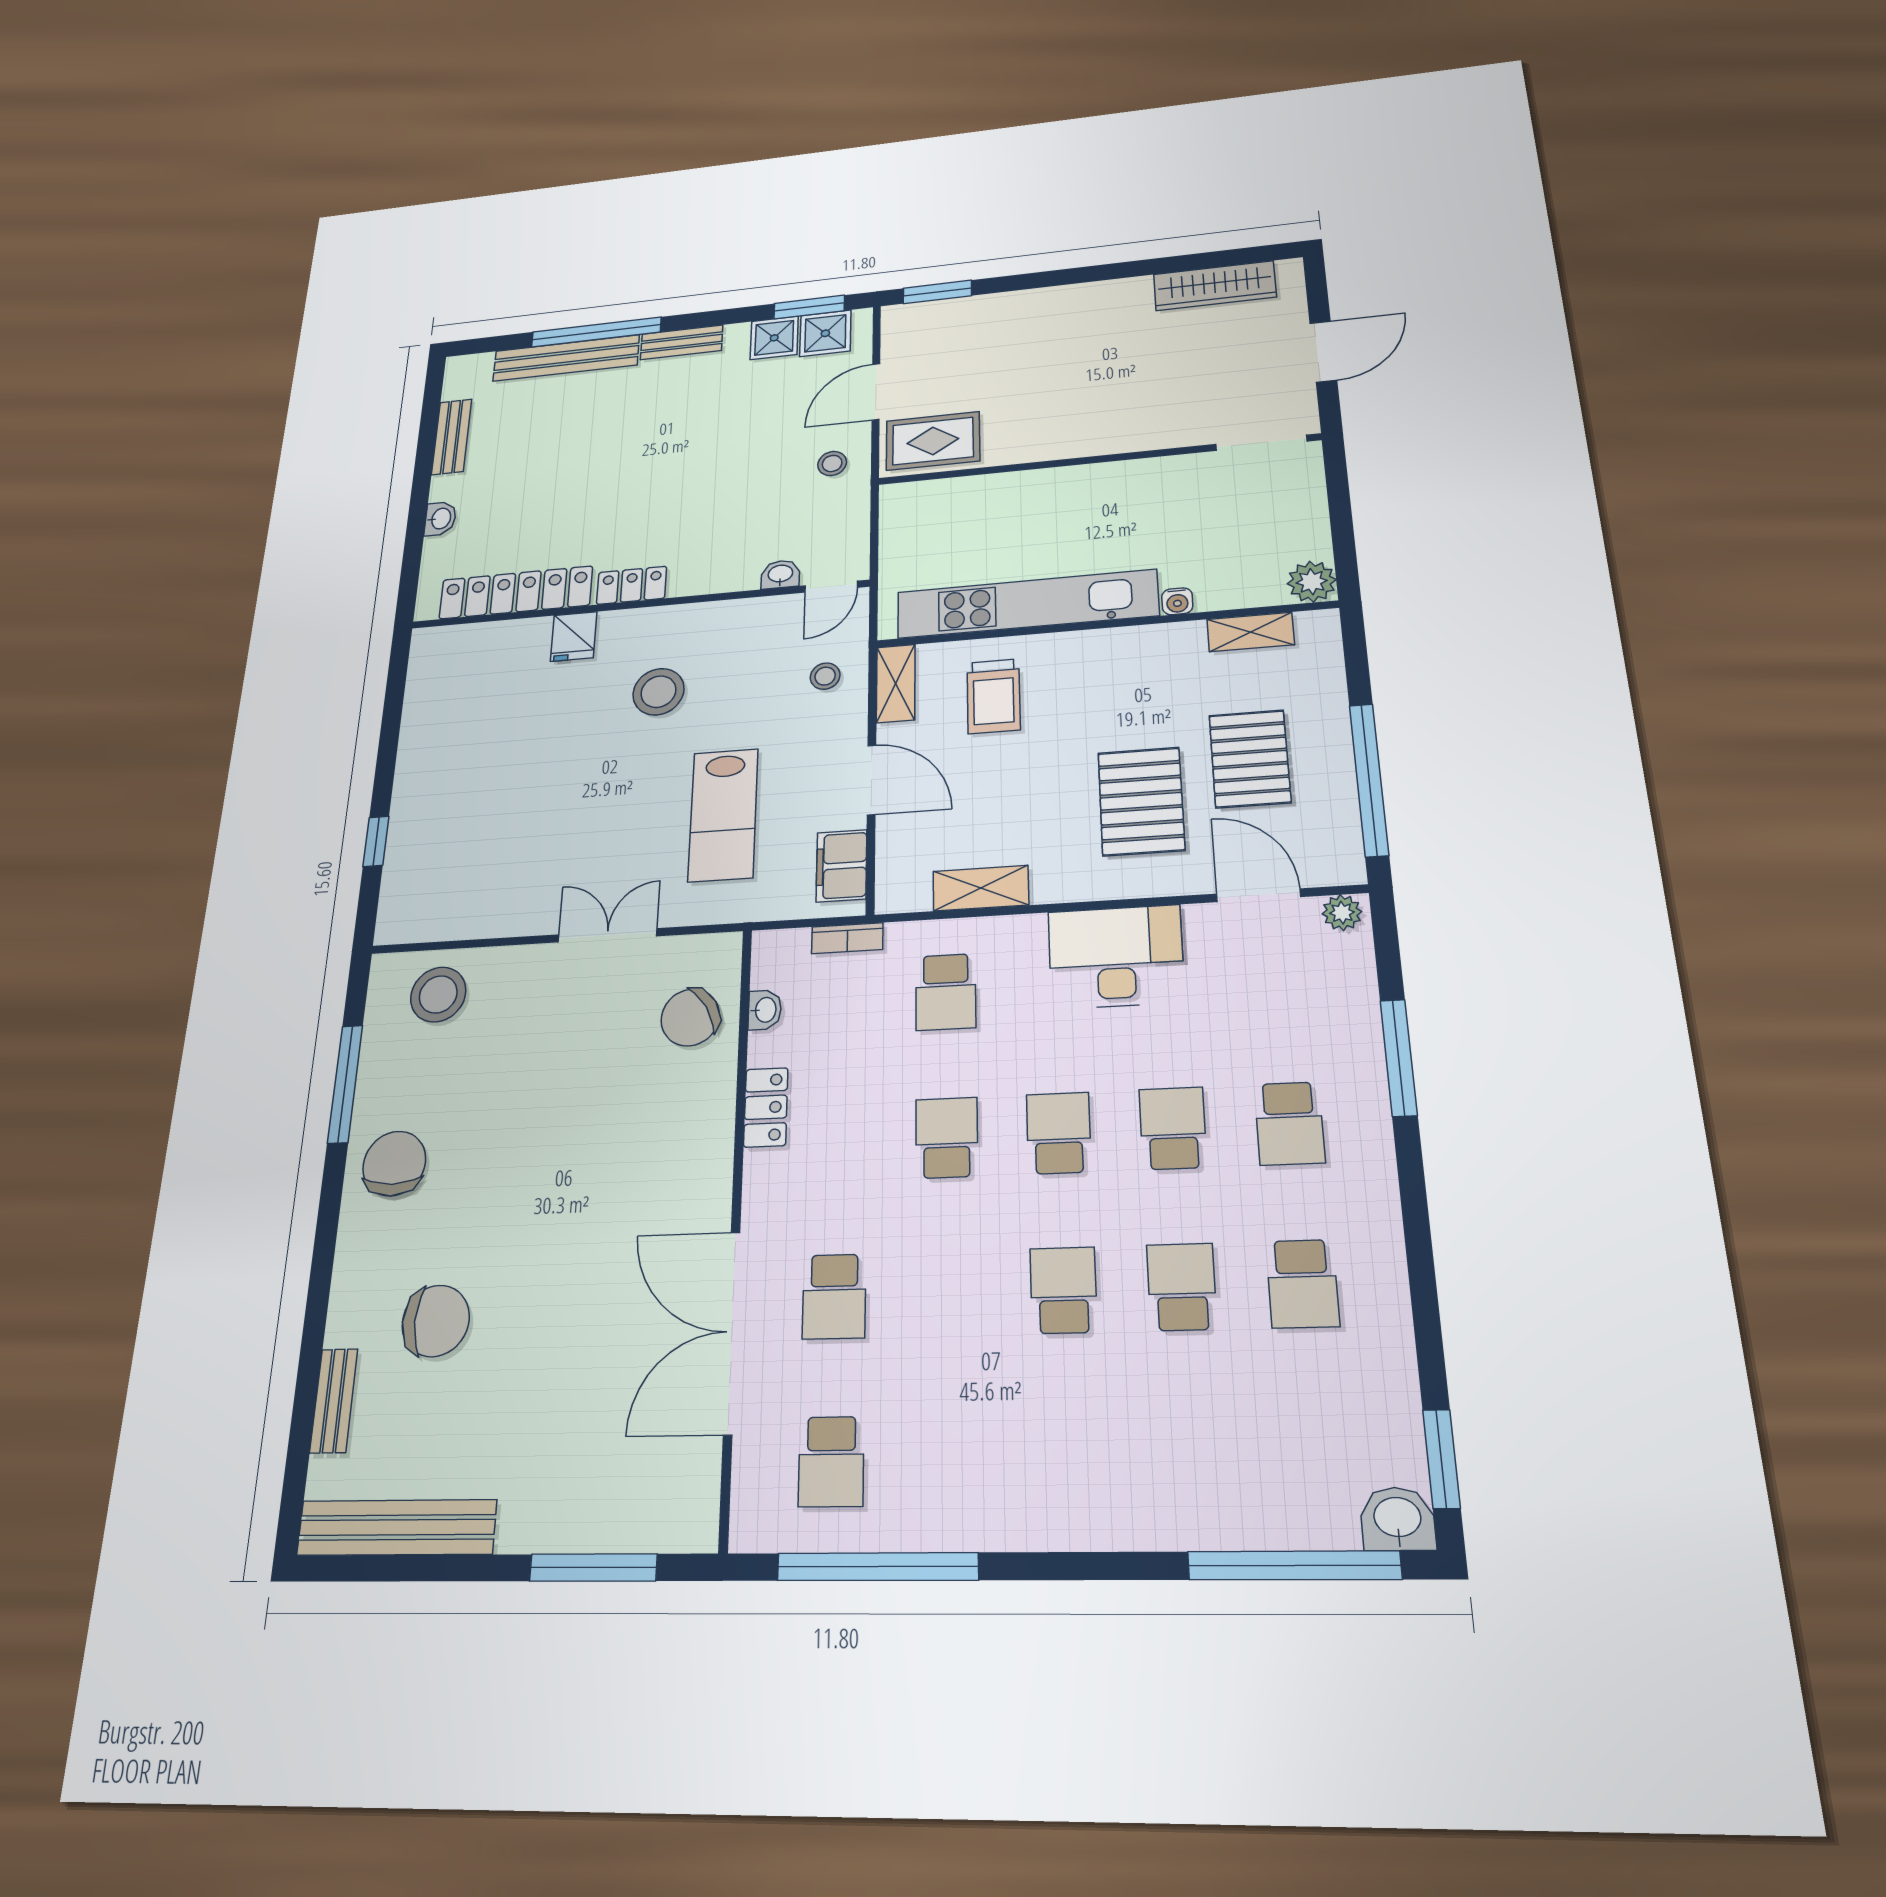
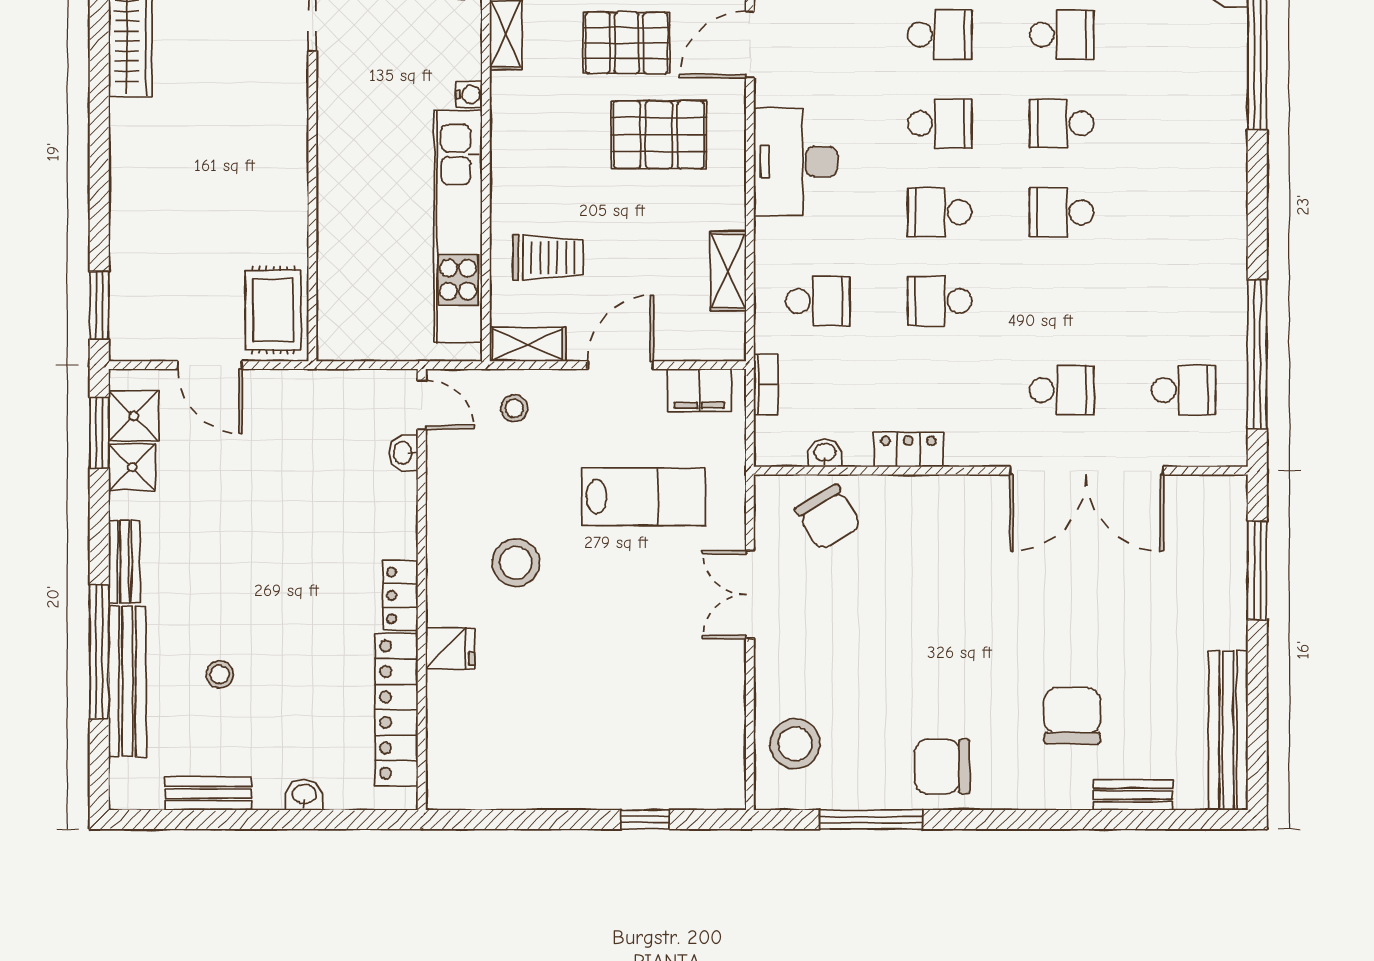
stool: (832, 463) -> (220, 675), moved
school desk: (1173, 1128) -> (940, 123), turned 180

